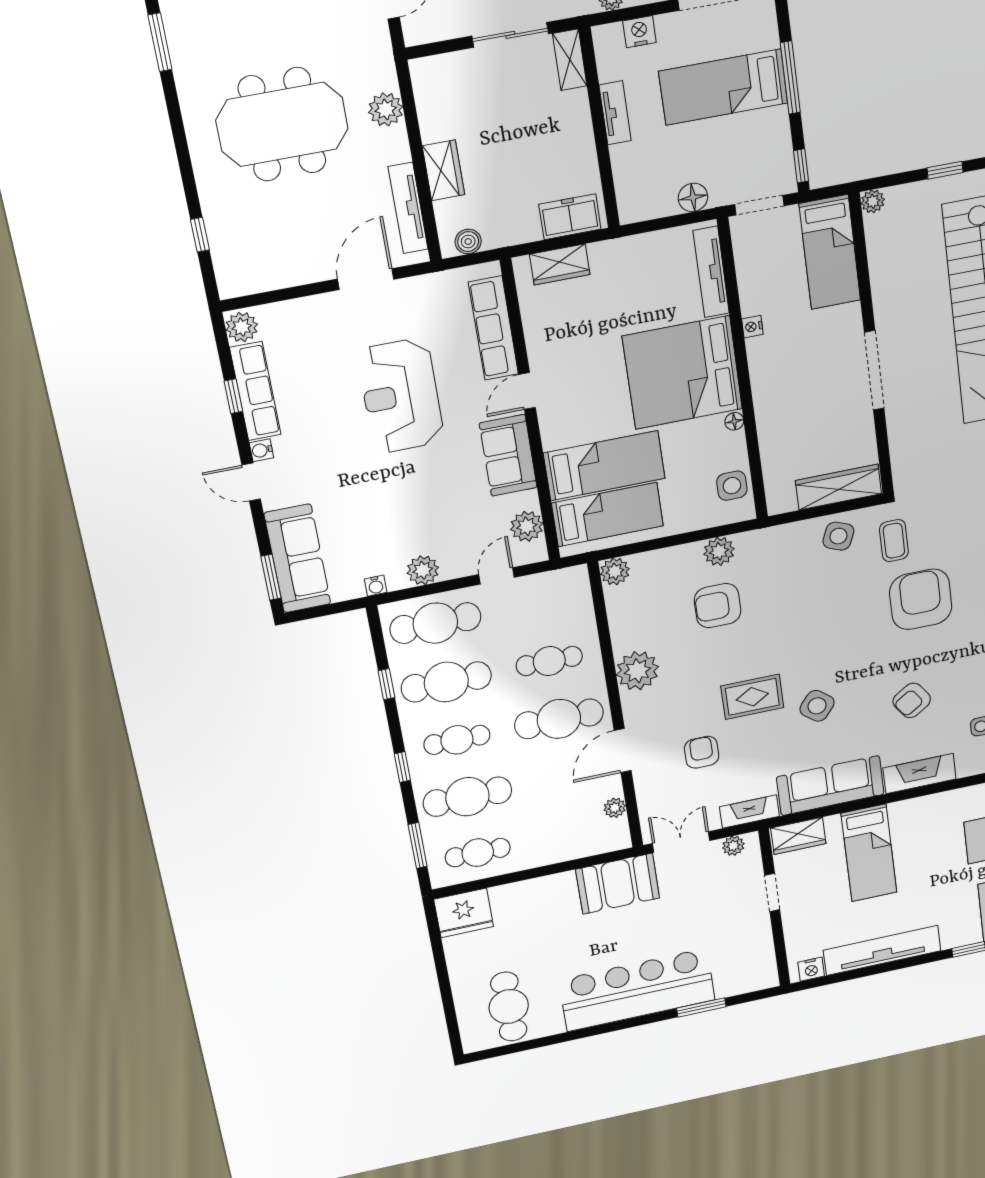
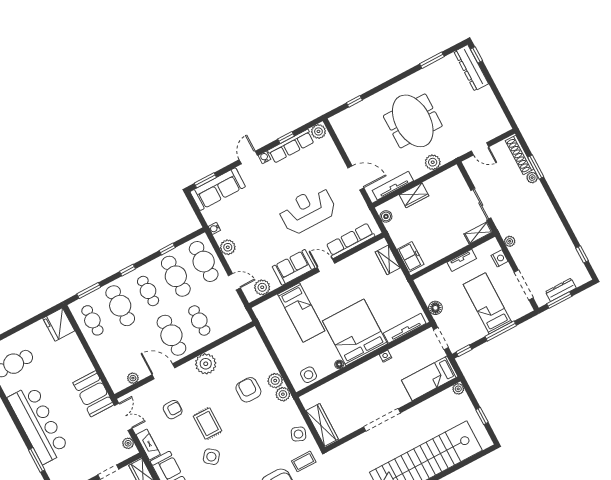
bed: (607, 515) -> (278, 322), removed
plant: (615, 571) -> (283, 394), moved

